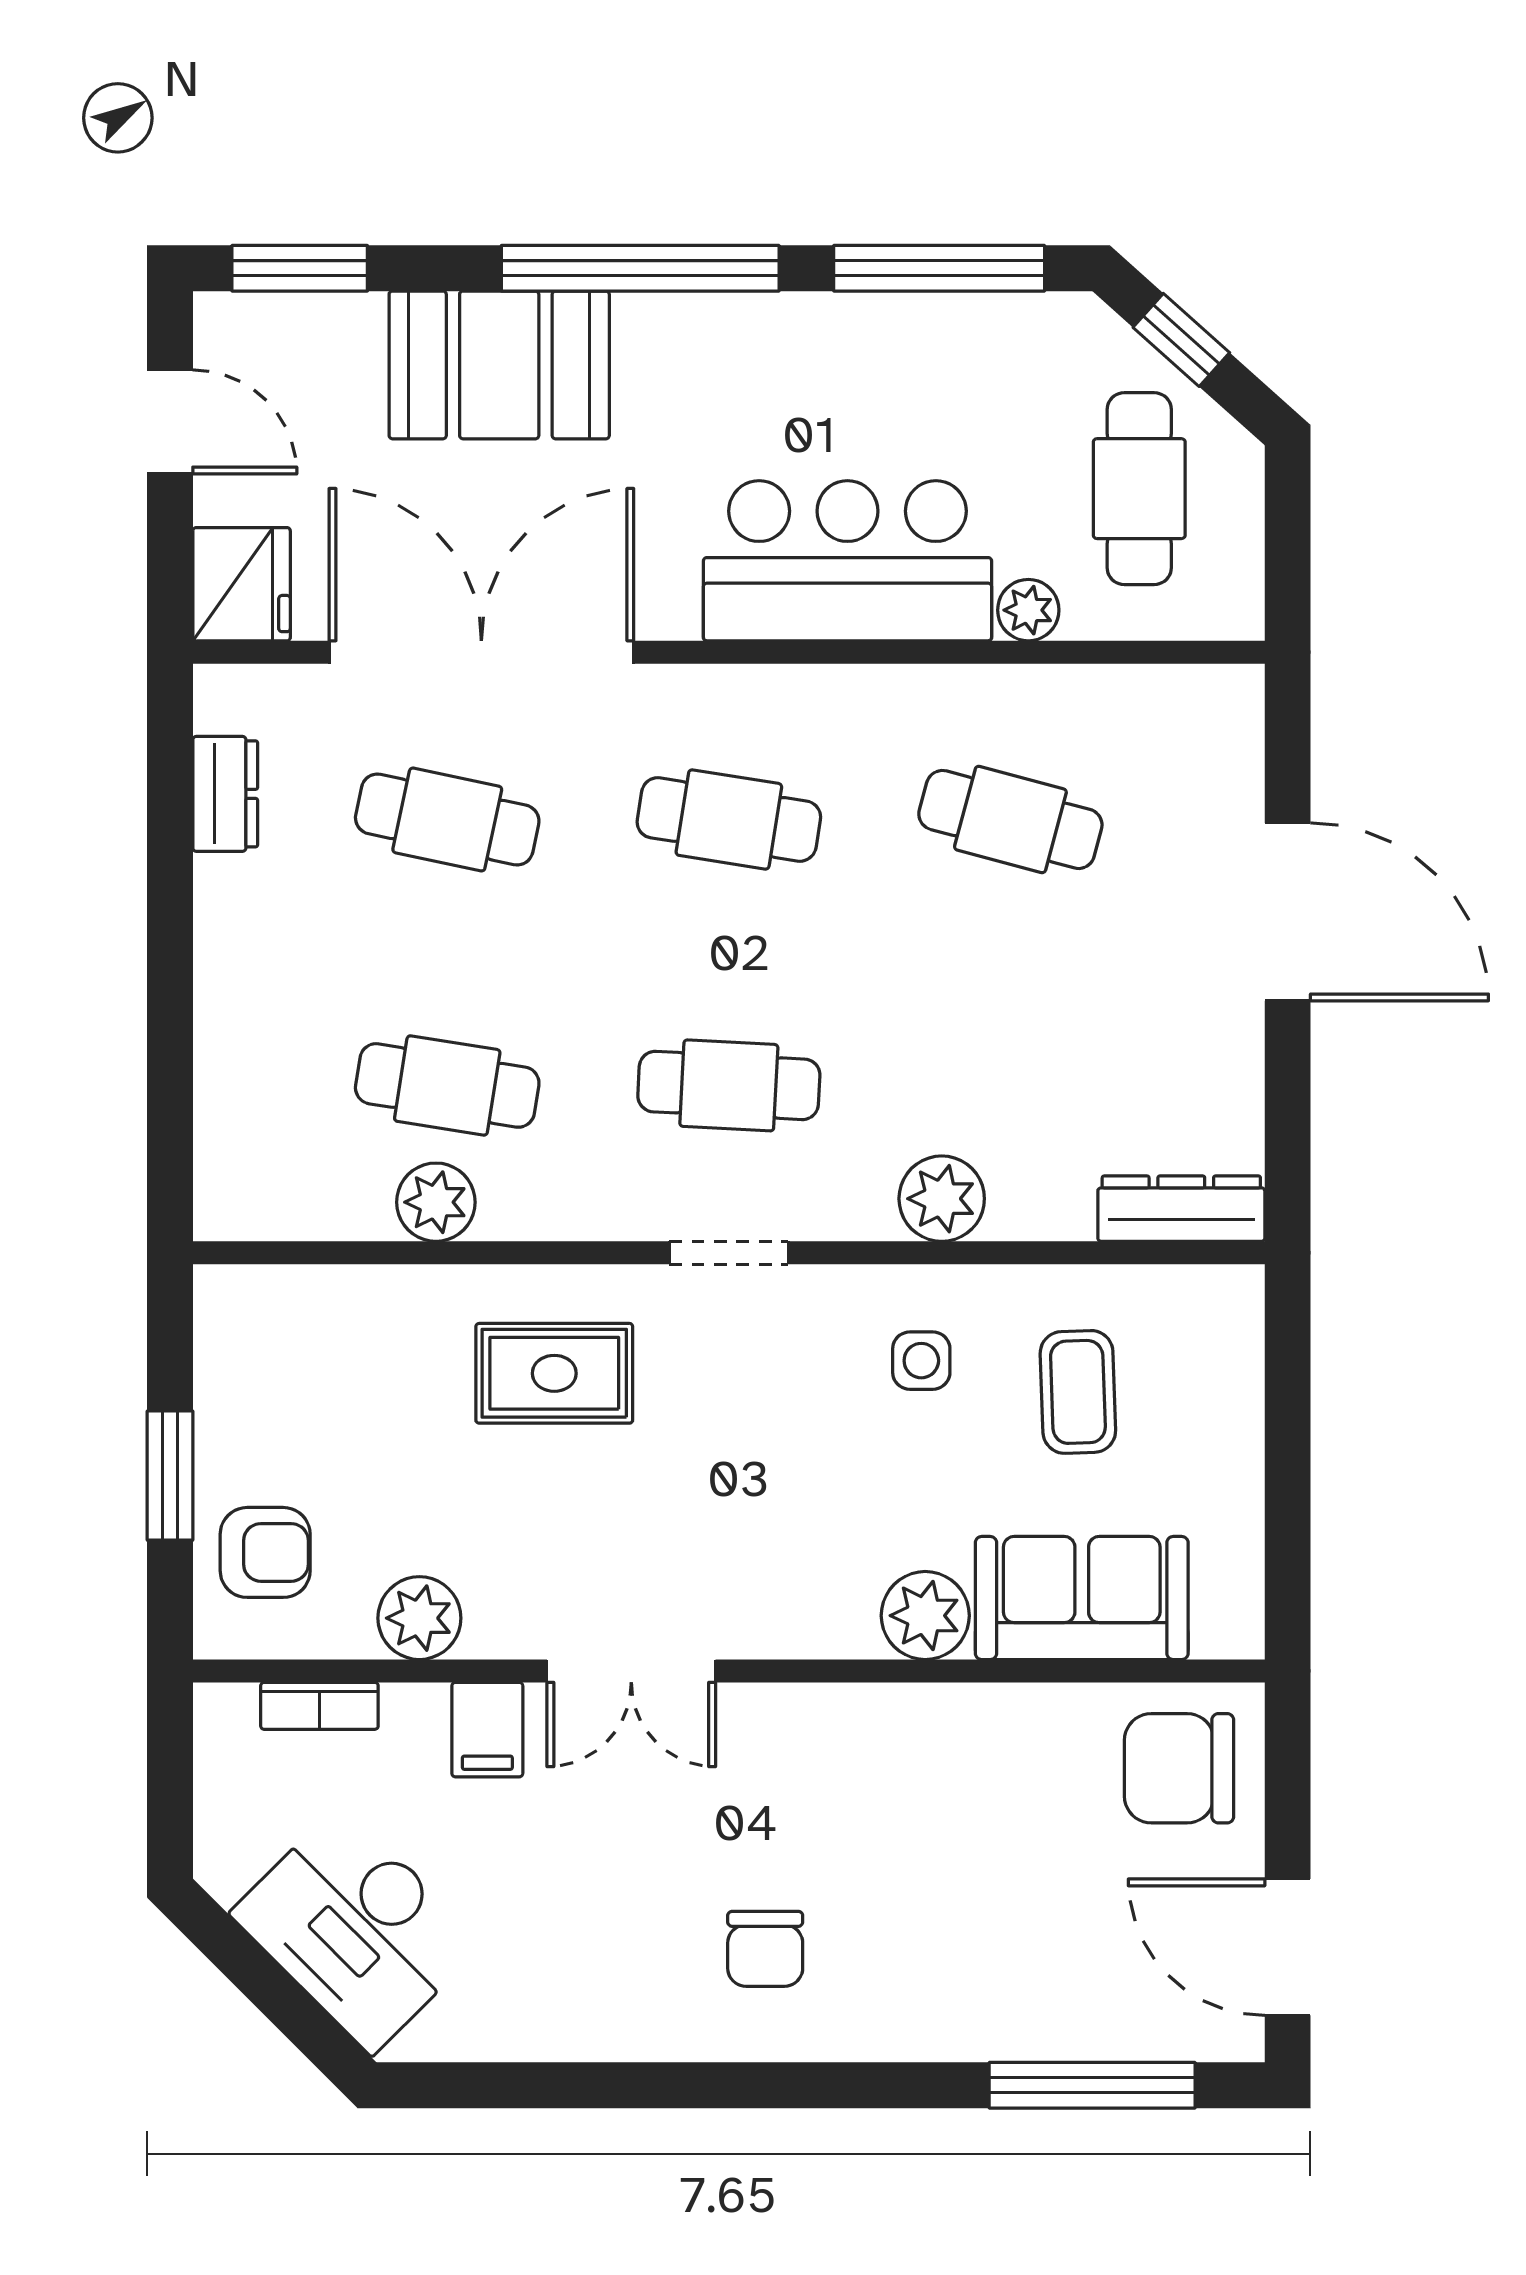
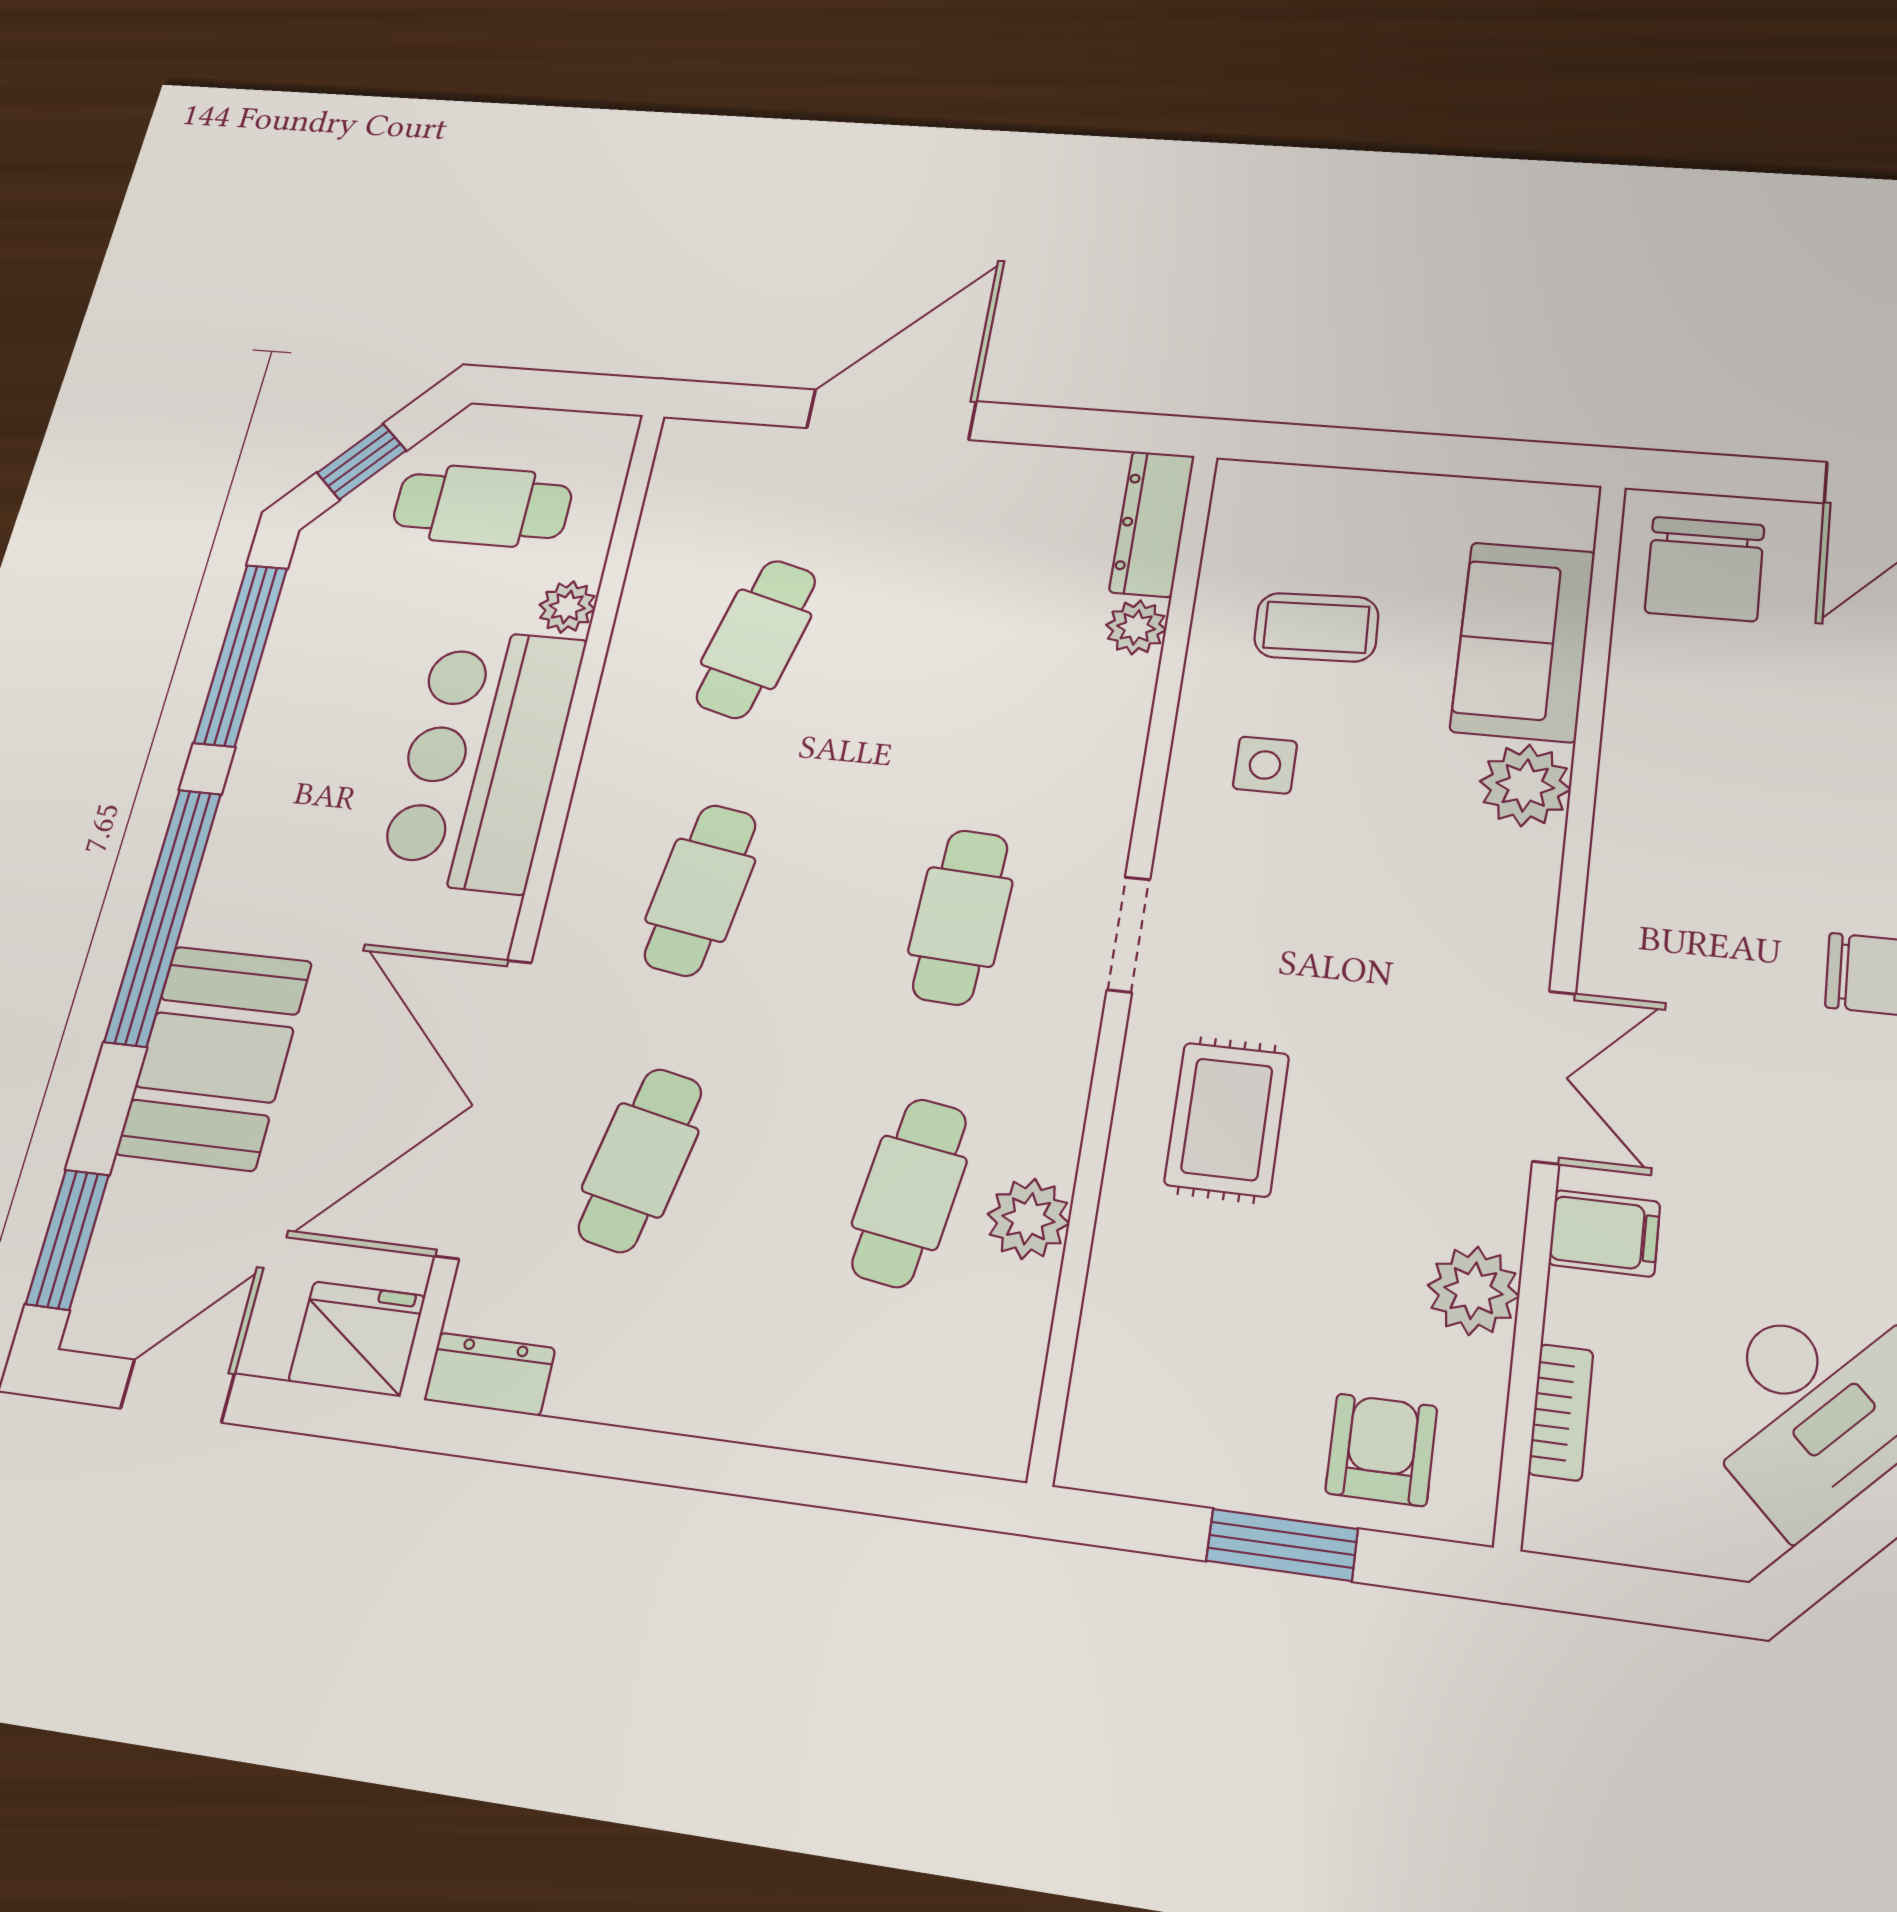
dresser: (225, 794) -> (490, 1374), moved
plant: (942, 1199) -> (1136, 627), moved, width x0.73, depth x0.73

